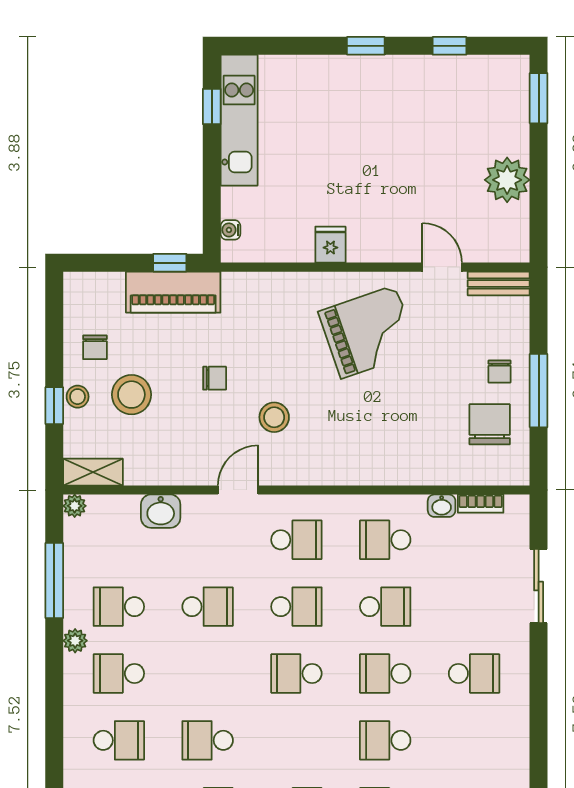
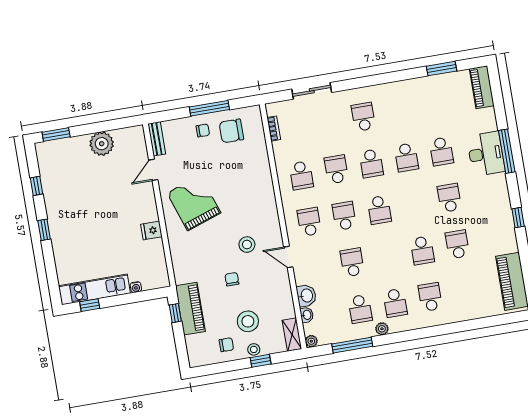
water cooler: (230, 230) -> (136, 287), moved
washbasin: (442, 506) -> (307, 315), moved

